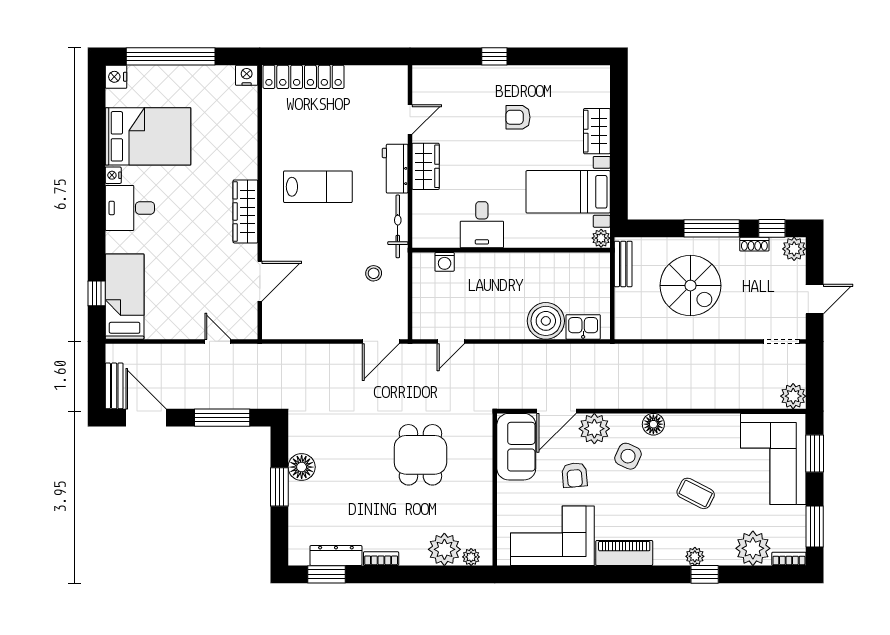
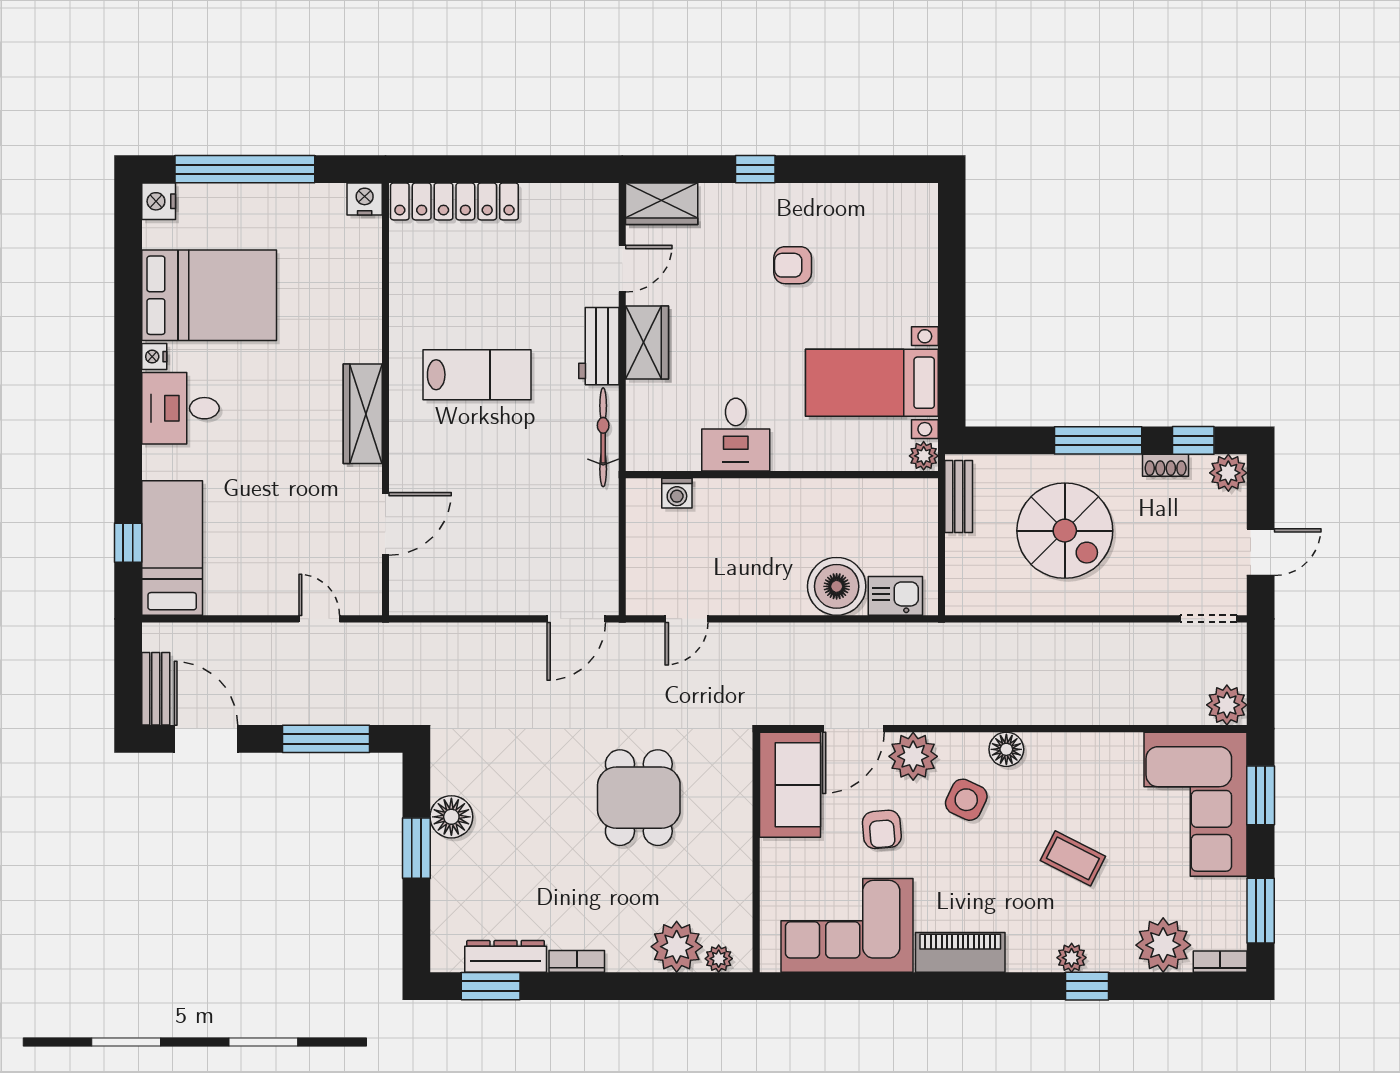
wardrobe: (597, 131) -> (662, 204), moved, turned -90
stool: (374, 273) -> (565, 511), removed

